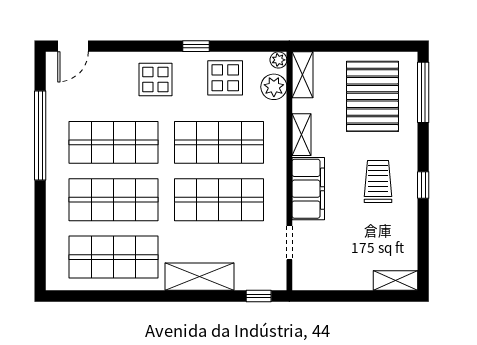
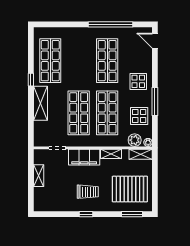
window: (196, 46) -> (155, 102), width x2.17
window: (423, 92) -> (132, 214), width x0.69
shop shelf: (113, 200) -> (79, 61), removed
shelving: (396, 280) -> (39, 176), moved
window: (259, 296) -> (31, 80), moved

